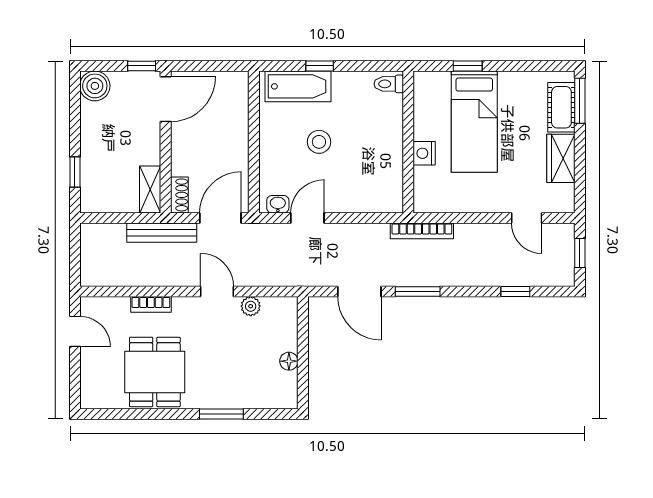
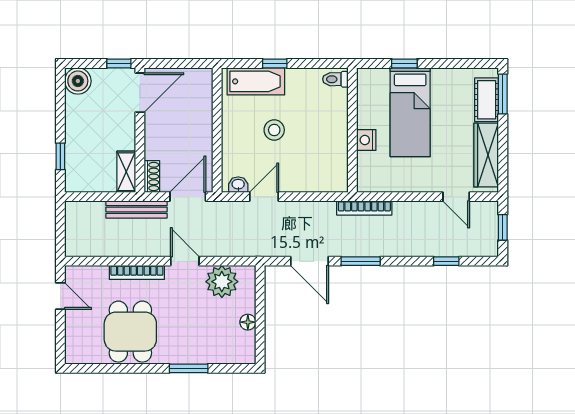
wardrobe: (561, 158) -> (486, 155), width x1.50
bookcase: (151, 304) -> (137, 272), width x1.56
plant: (251, 306) -> (222, 282), width x1.87, depth x1.87

